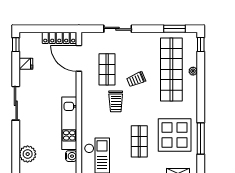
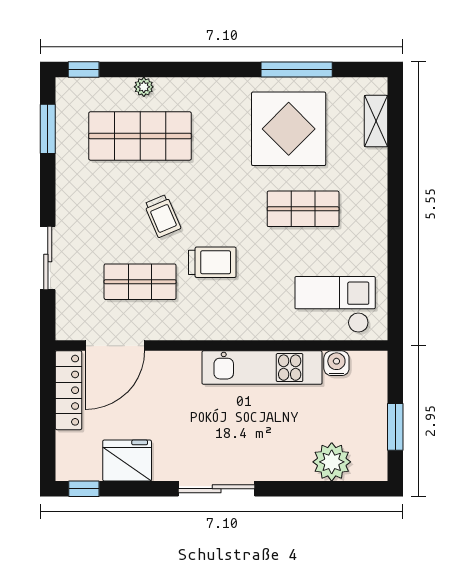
fridge: (26, 64) -> (127, 460), width x1.88, depth x1.34
shop shelf: (171, 69) -> (140, 136), width x0.71

